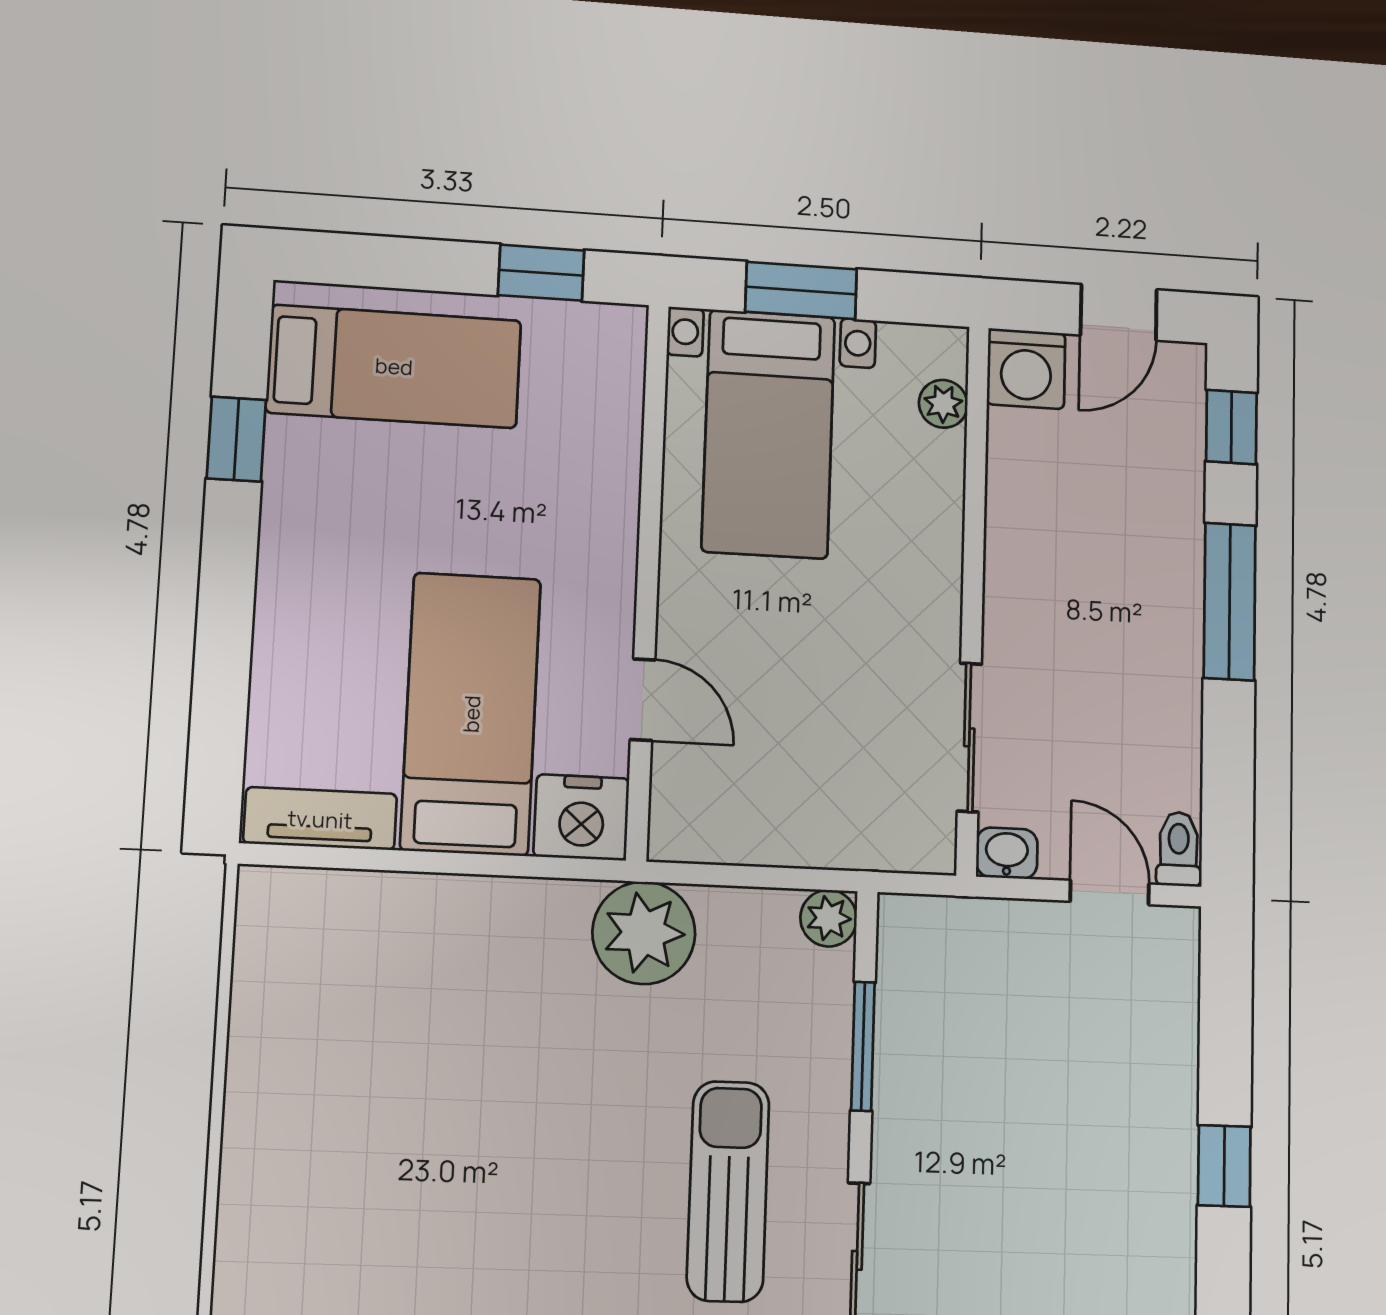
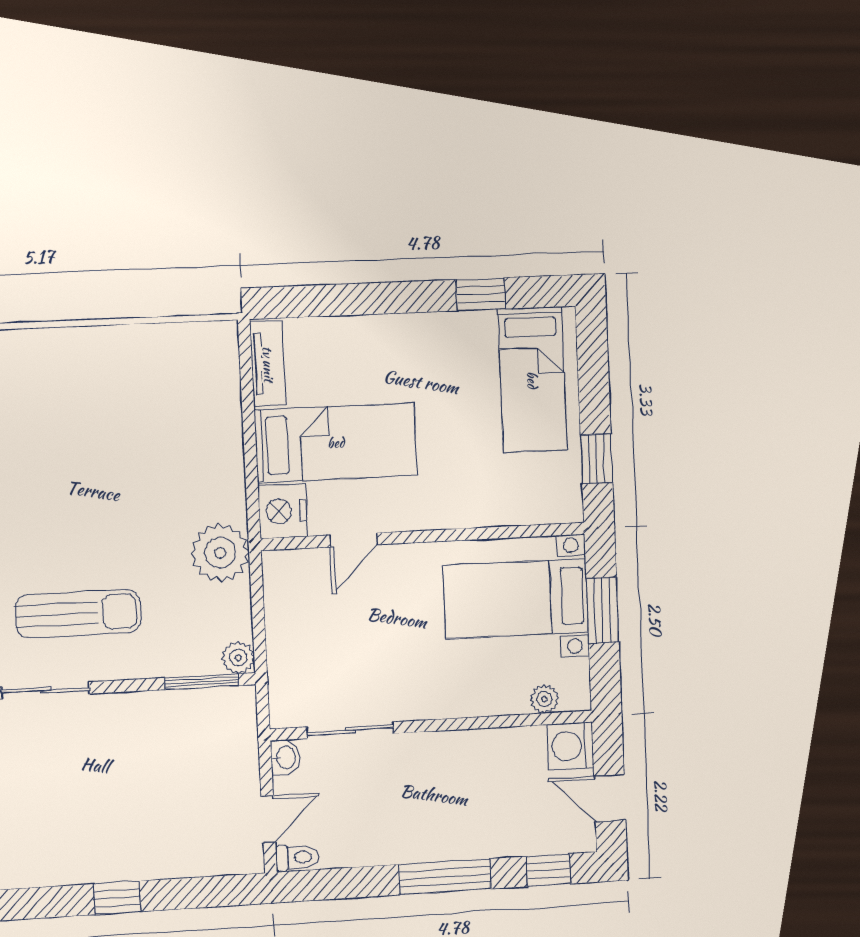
window: (863, 1046) -> (202, 682), moved

